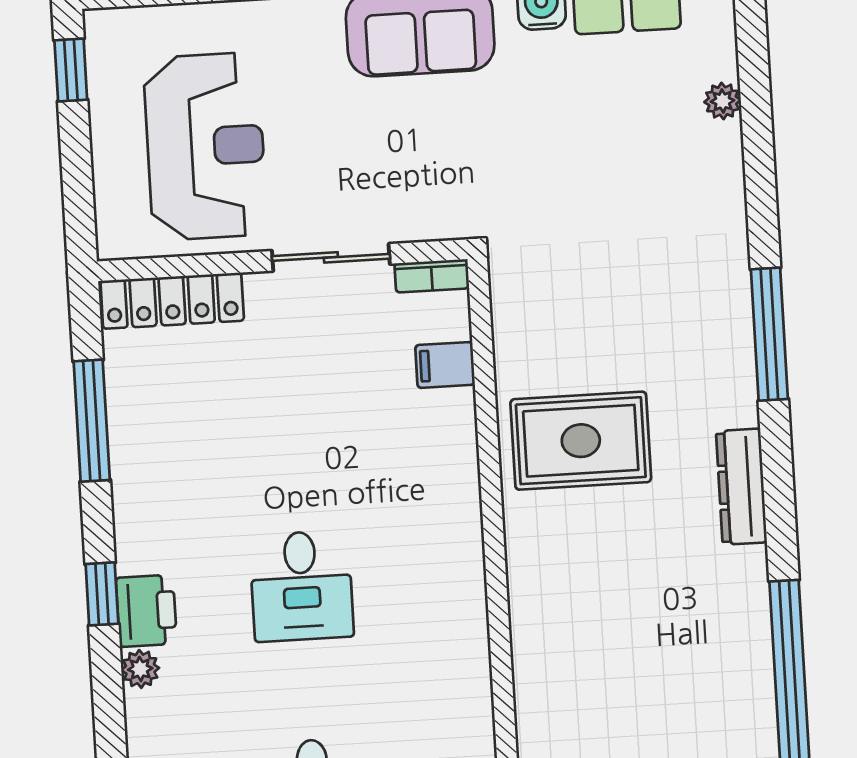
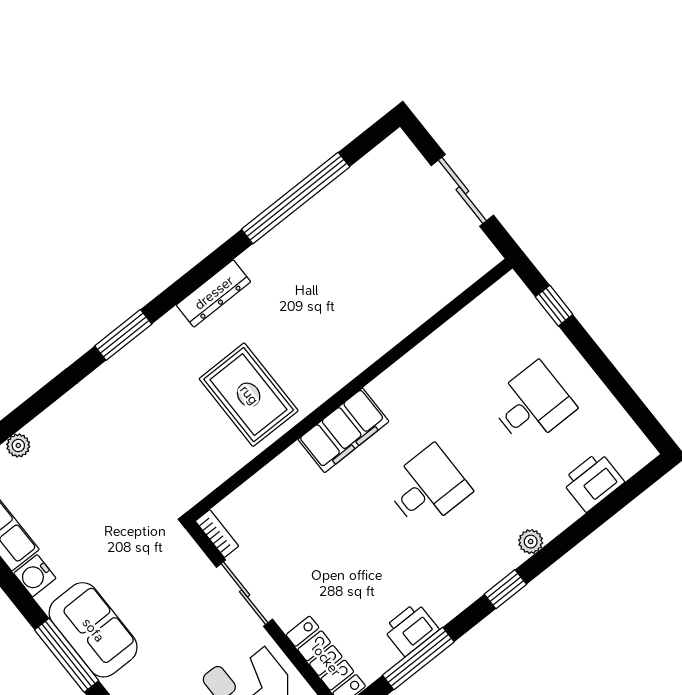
window: (769, 334) -> (123, 335), width x0.69
filing cabinet: (445, 365) -> (344, 430), moved, width x3.00, depth x1.17
printer: (146, 611) -> (411, 629), moved

